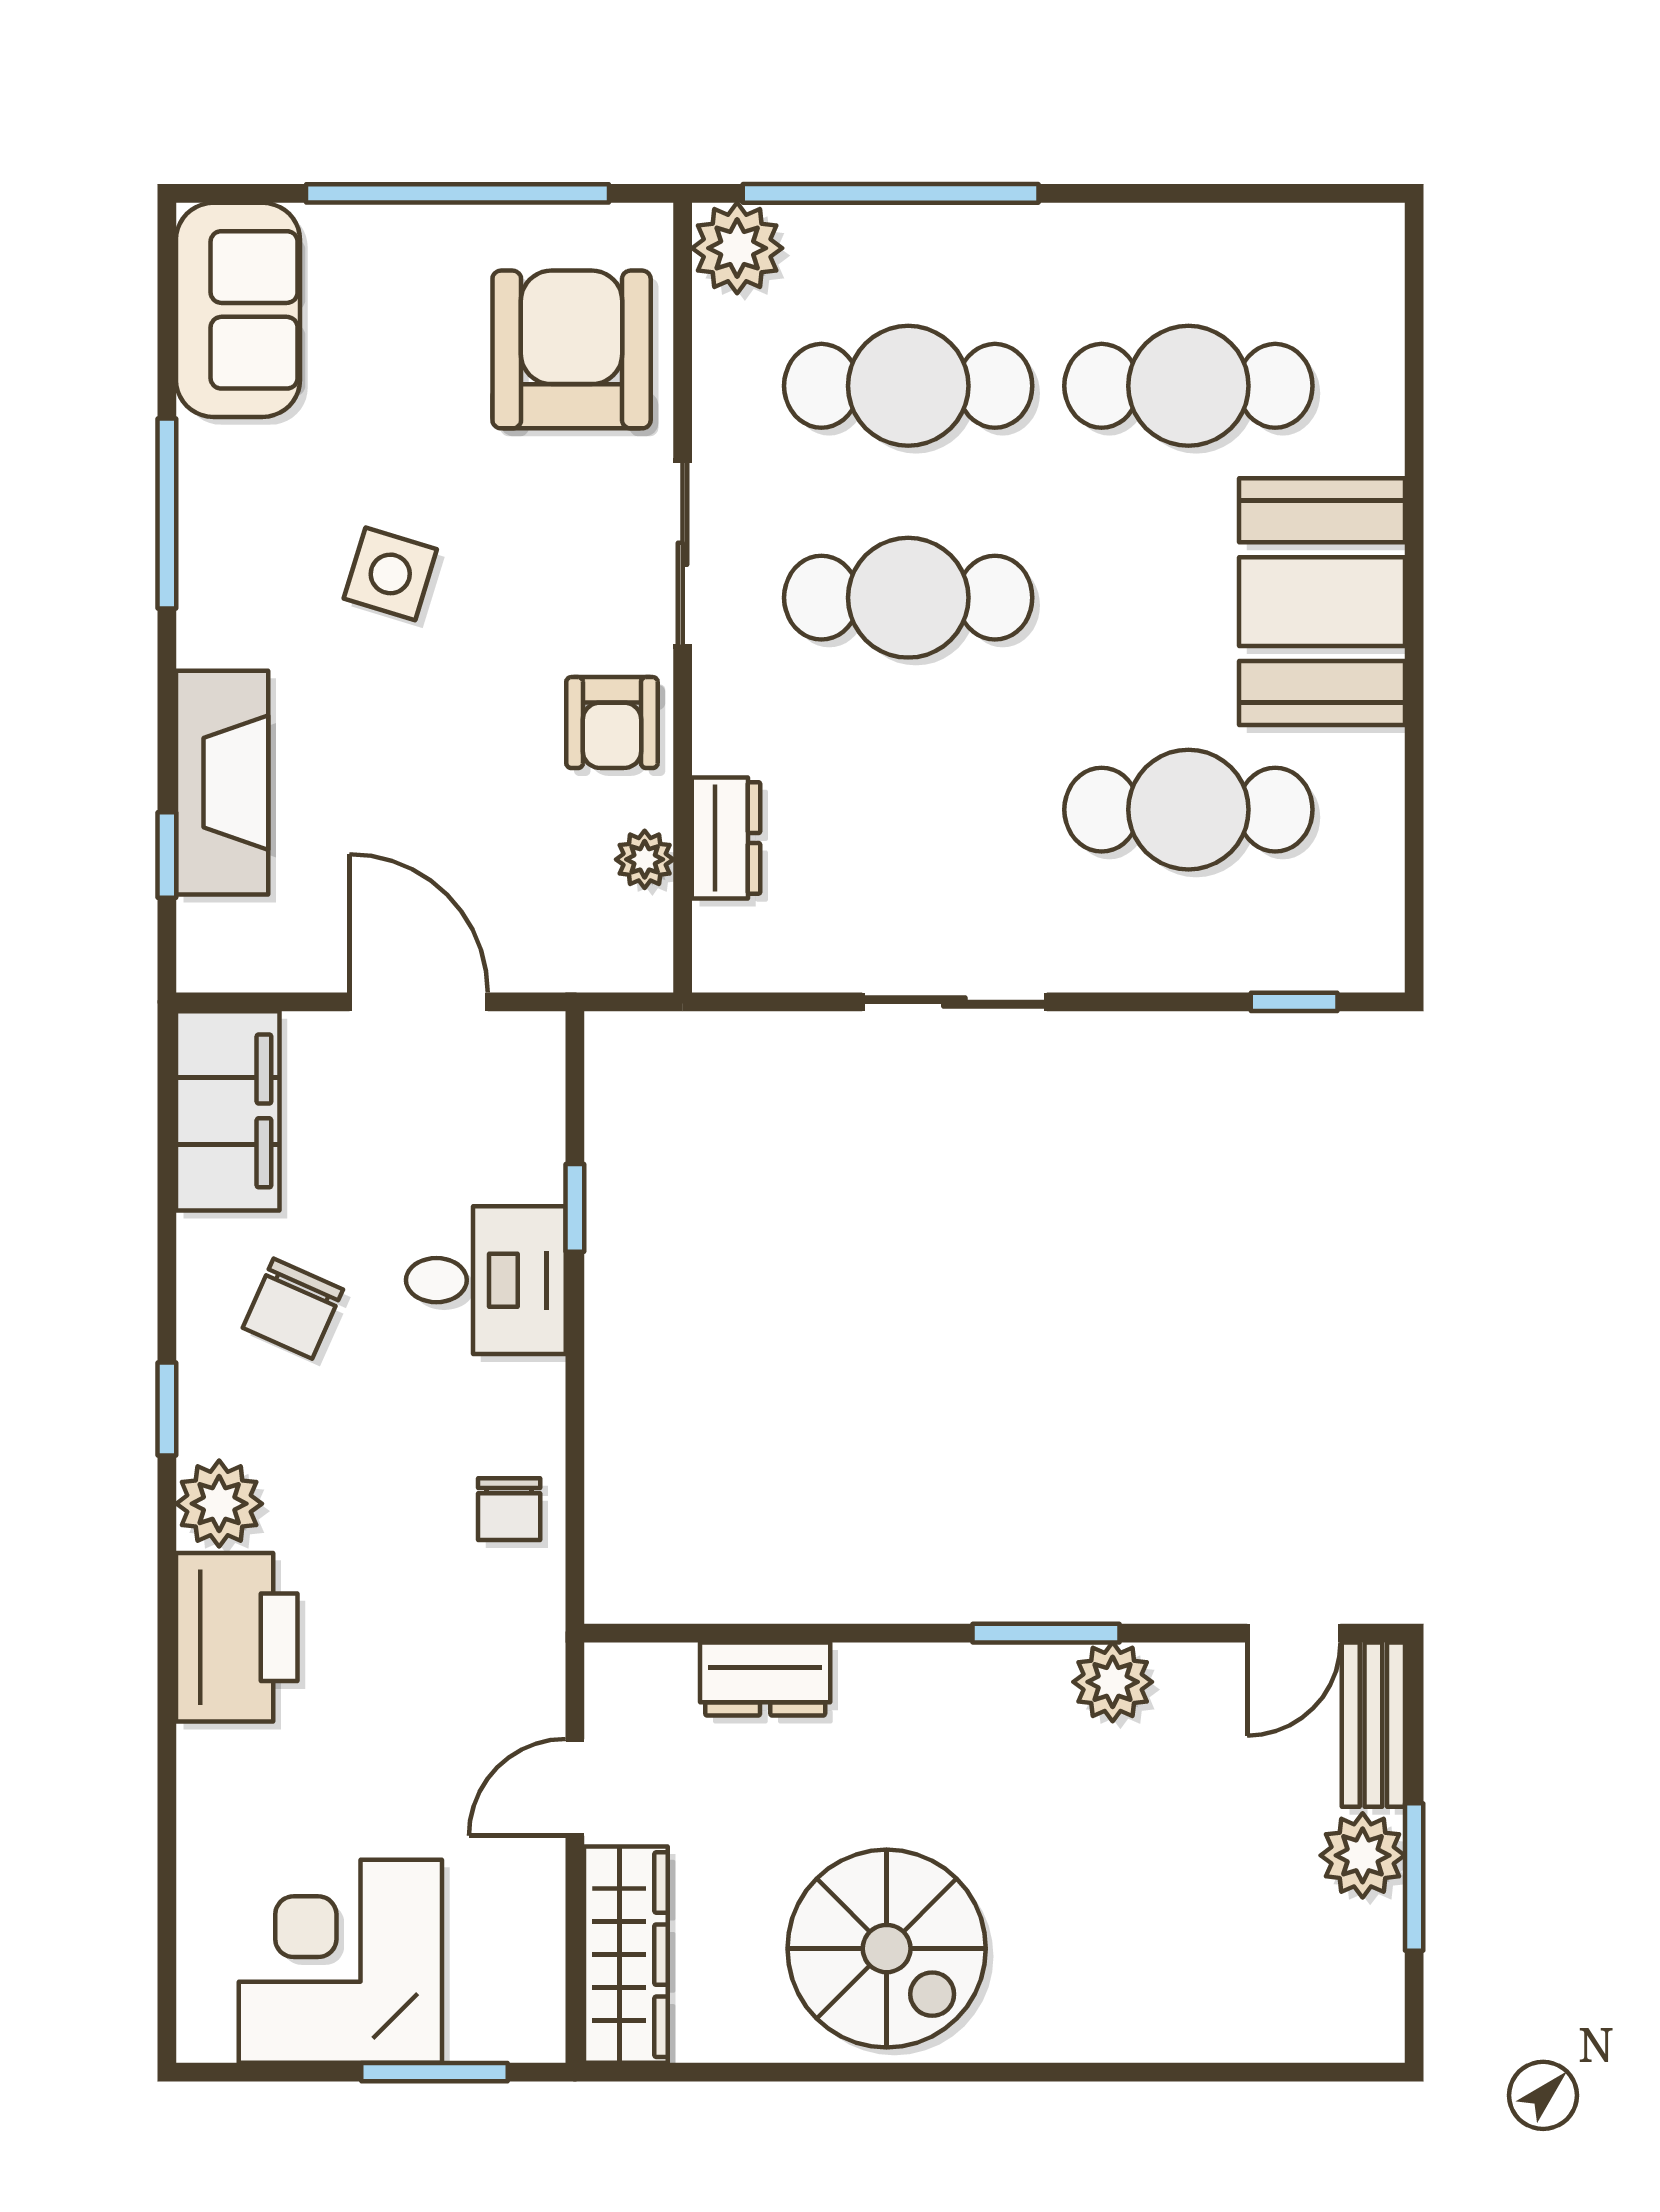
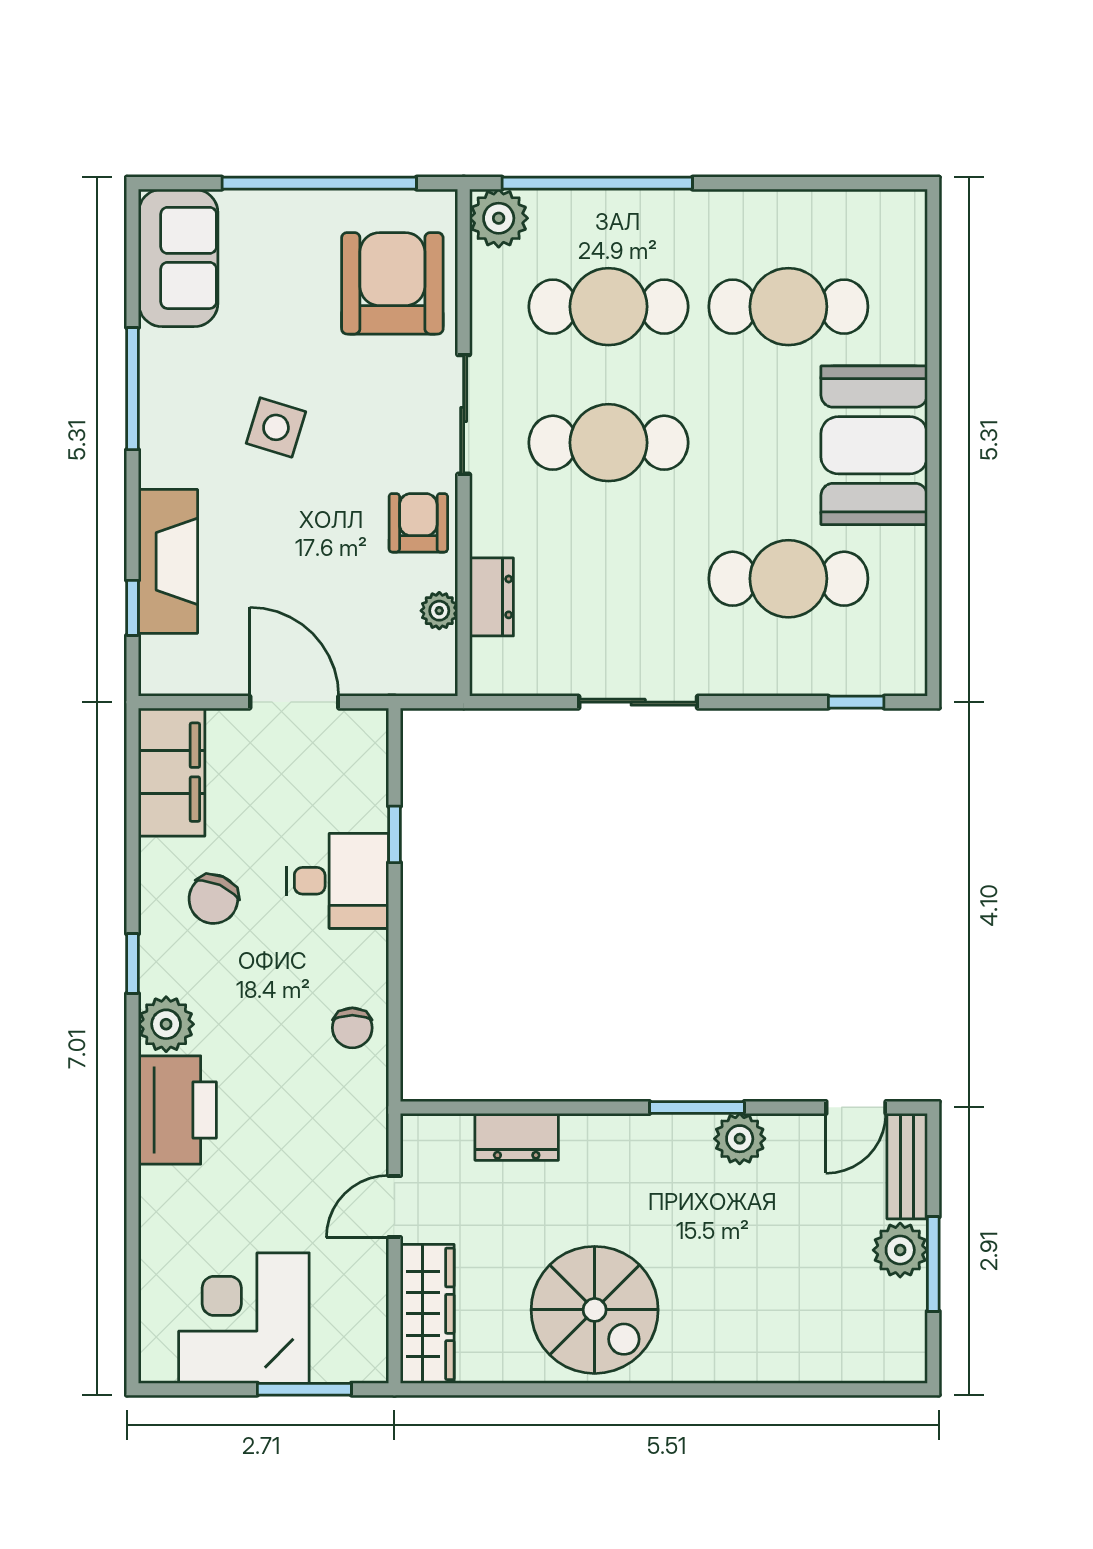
armchair: (612, 723) -> (418, 523), turned 180

